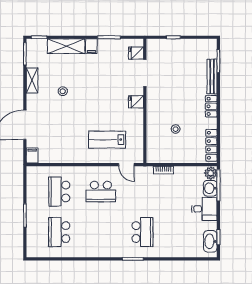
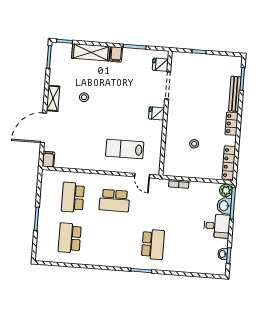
shelving: (32, 80) -> (53, 98), moved
washbasin: (210, 241) -> (223, 254), width x0.52, depth x0.69

